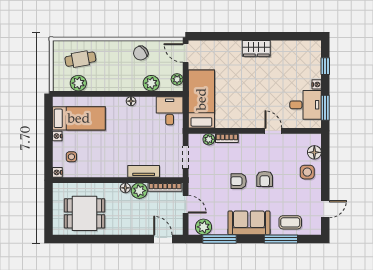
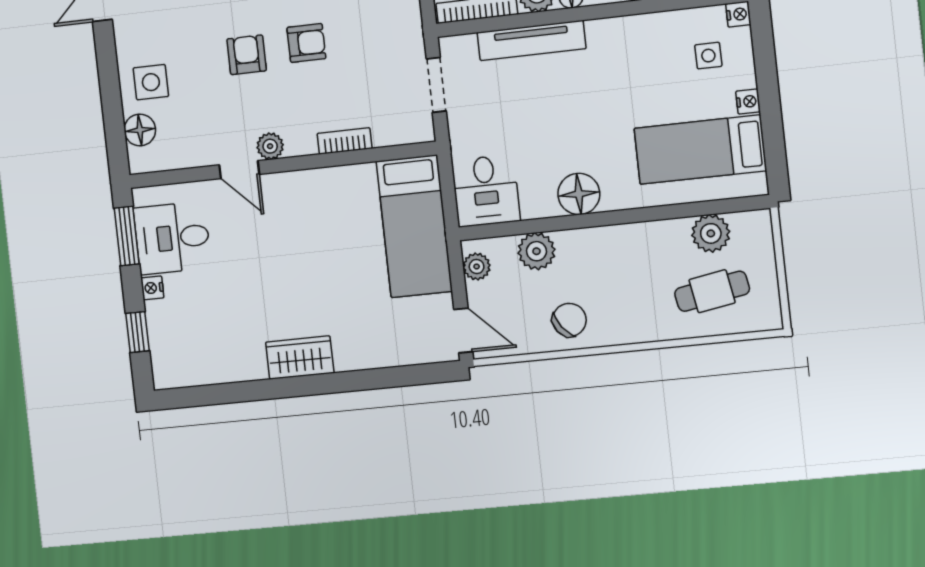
floor lamp: (131, 101) -> (579, 194), width x1.89, depth x1.89
plant: (209, 139) -> (270, 146), moved
tv unit: (144, 171) -> (532, 40), width x1.41

